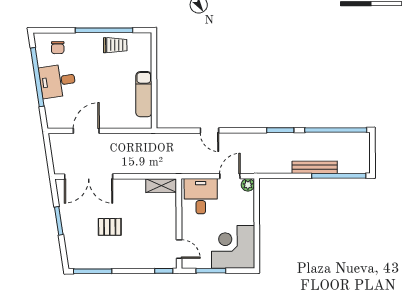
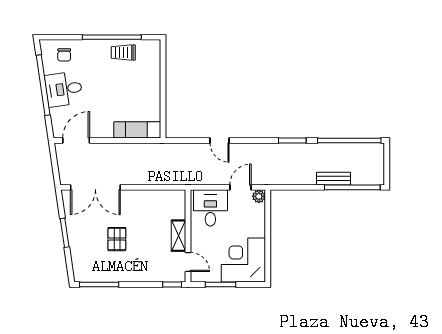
trolley: (115, 45) -> (123, 53), turned 180
exam couch: (144, 94) -> (137, 130), moved, turned 90
door: (86, 131) -> (76, 140), moved
bench: (315, 167) -> (333, 179), width x0.73
shelving: (161, 186) -> (179, 236), moved, turned 90
pallet: (110, 227) -> (117, 239), turned 90

